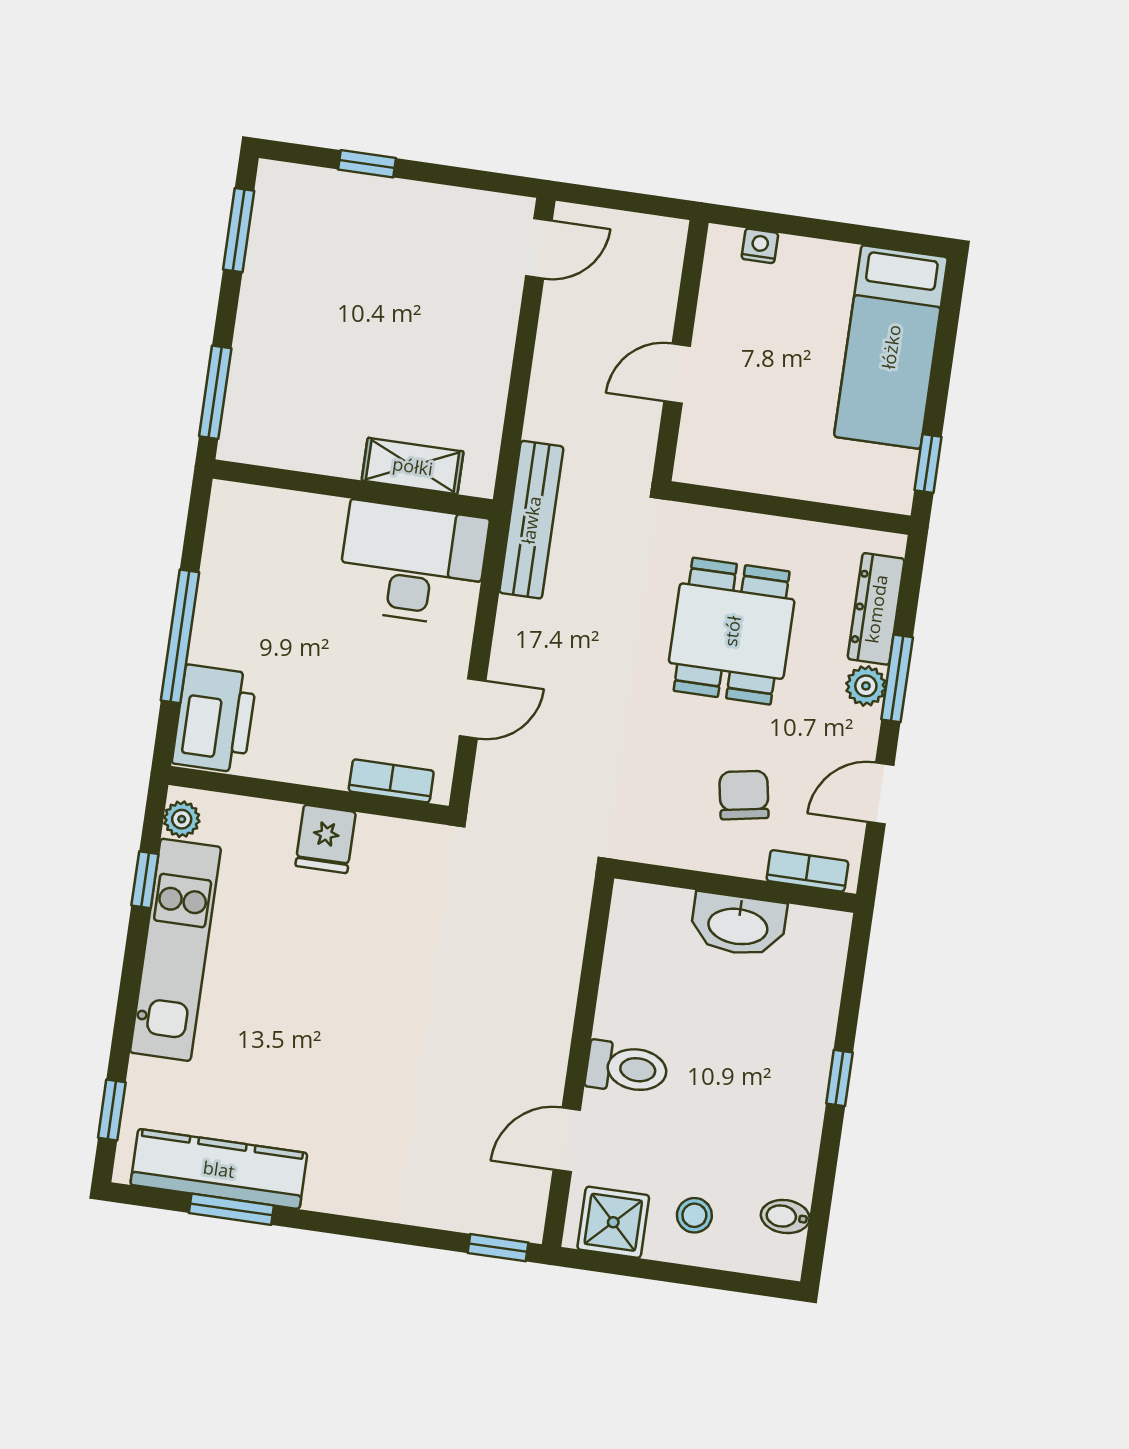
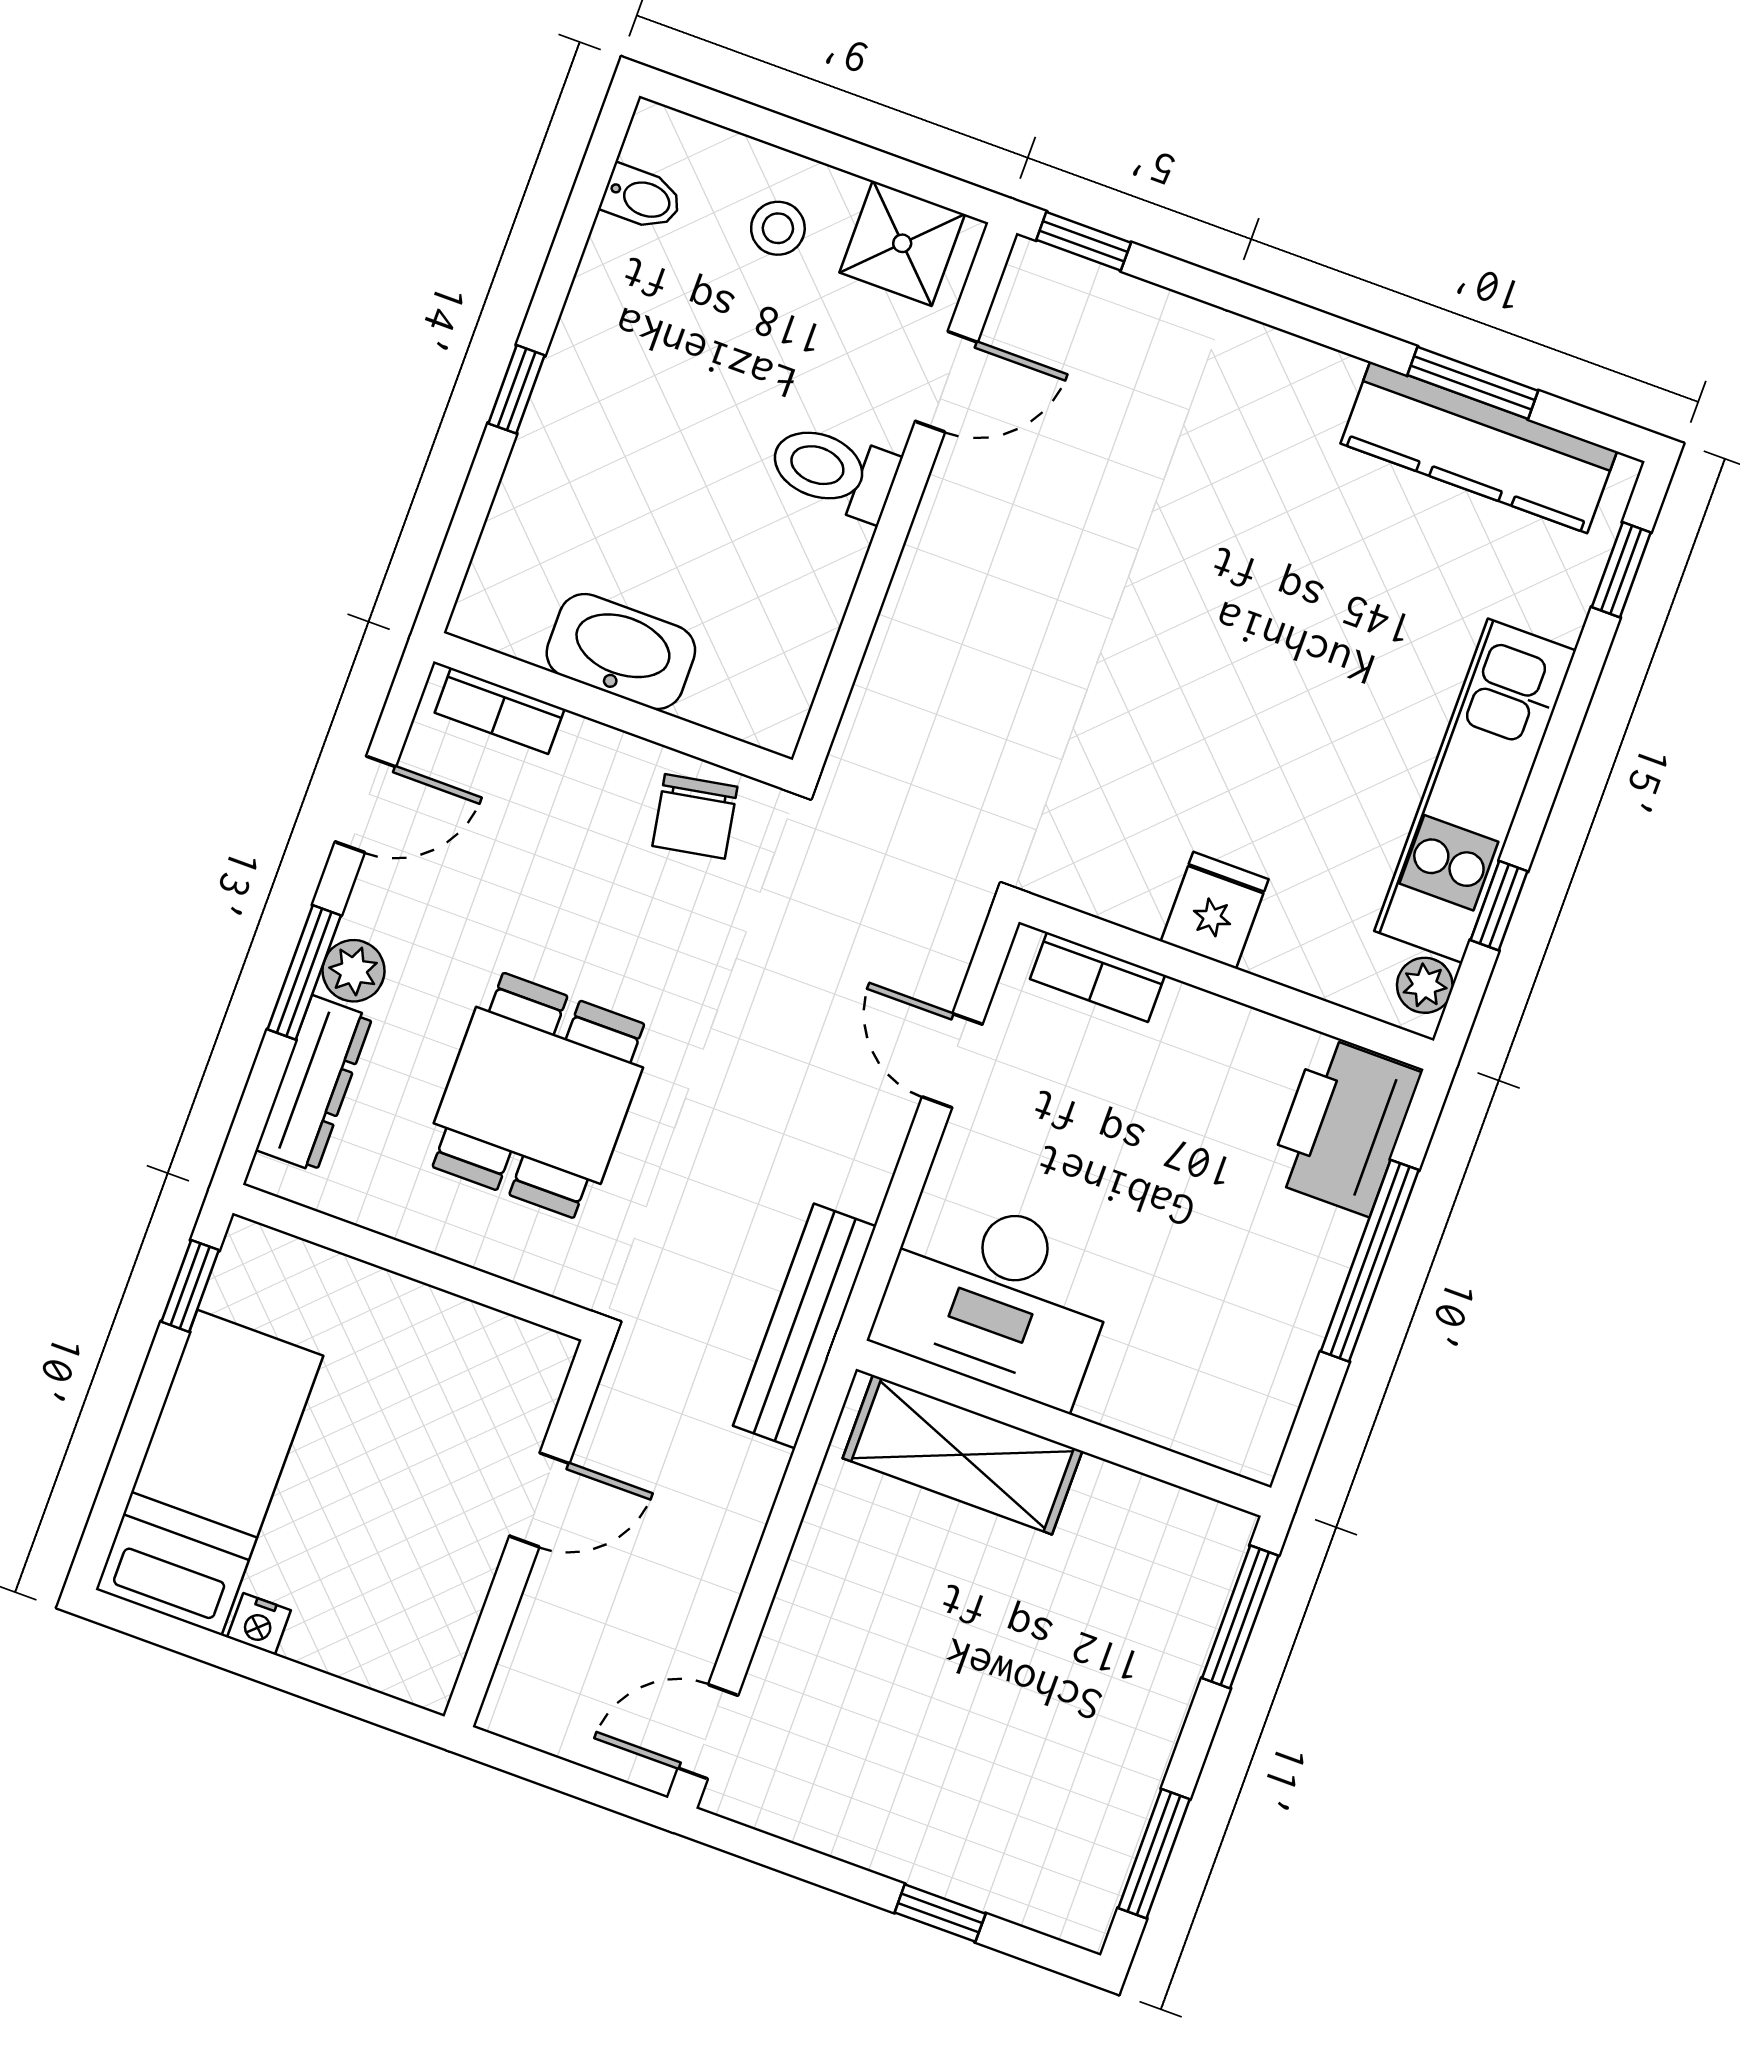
nightstand: (760, 246) -> (259, 1624), moved
shelving: (413, 466) -> (963, 1455), width x1.50, depth x1.33
door: (473, 708) -> (952, 1061), hinge flipped
chair: (744, 795) -> (695, 816), moved

